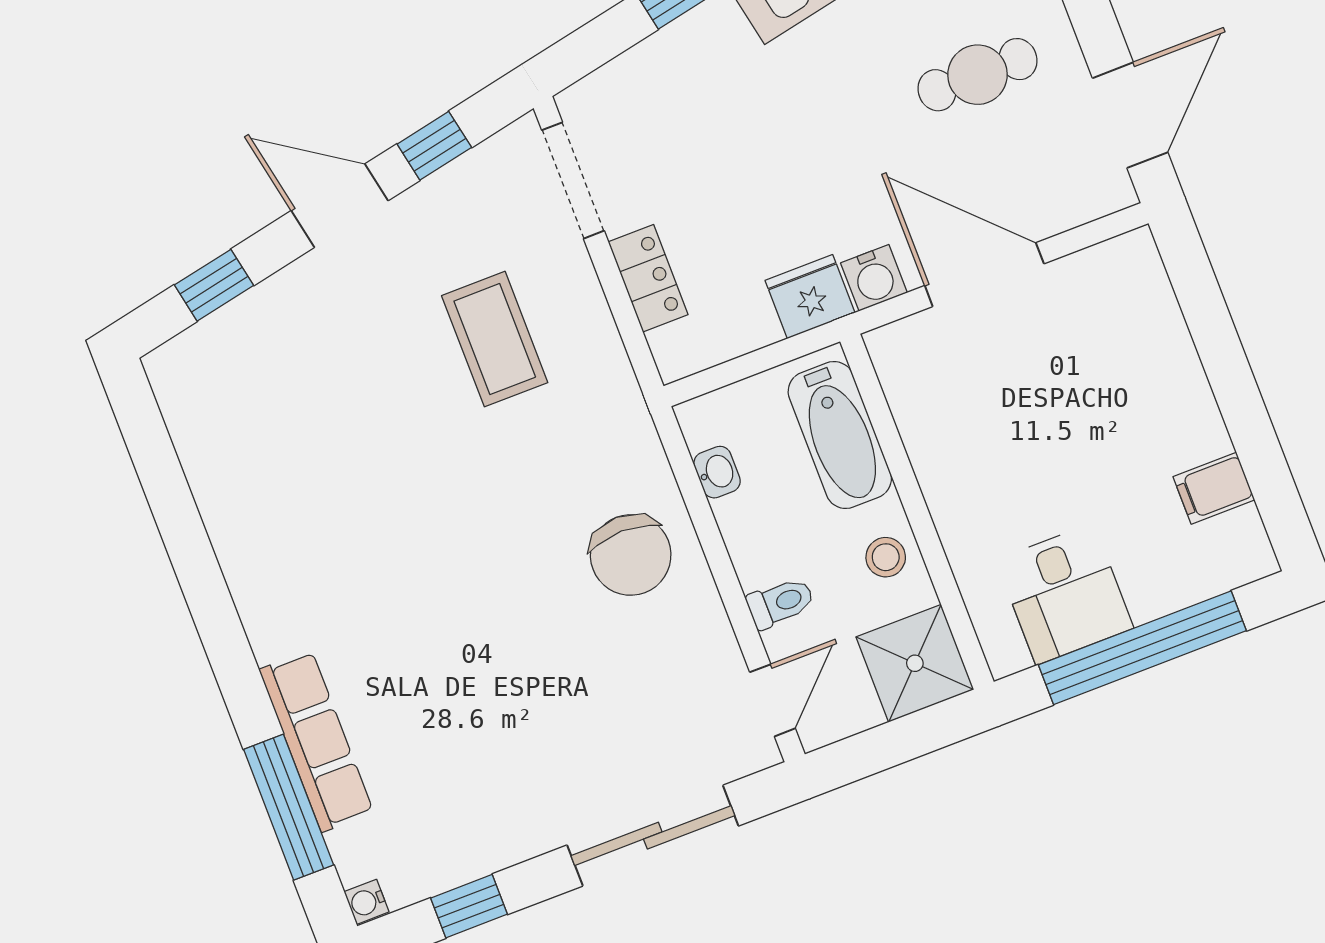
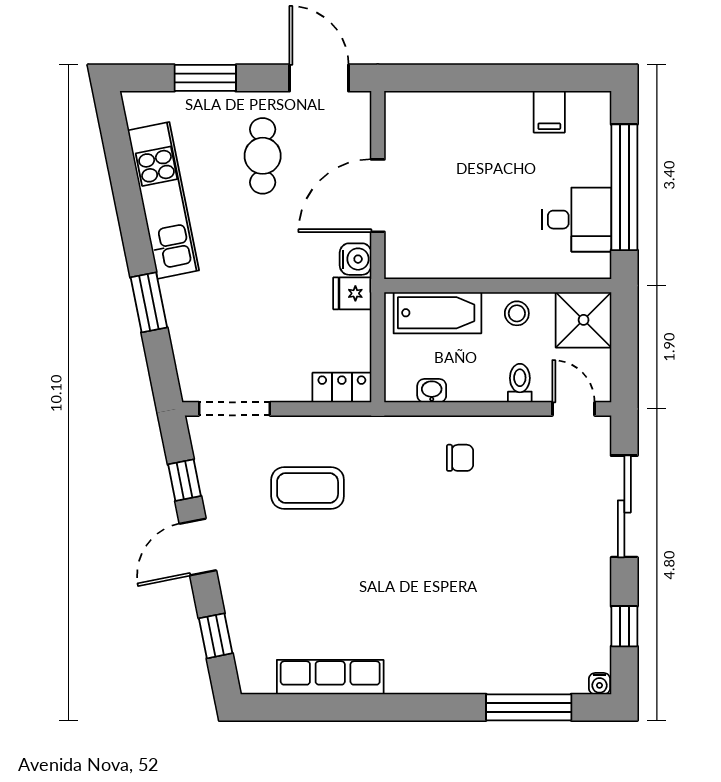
locker: (648, 278) -> (342, 388), moved
fridge: (810, 297) -> (352, 293), width x0.72
chair: (631, 555) -> (460, 458), width x0.54, depth x0.54
row of seats: (316, 741) -> (330, 677), moved

